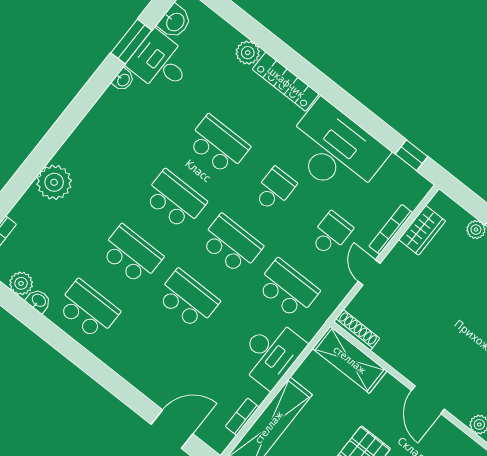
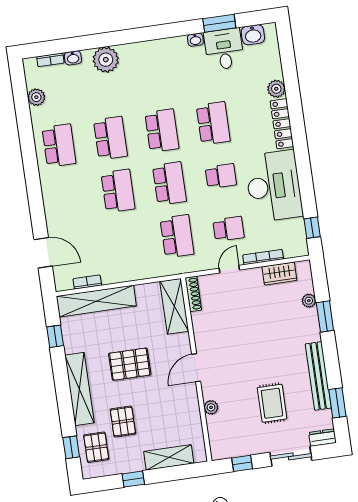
washbasin: (39, 301) -> (73, 58), moved, turned 90
desk: (271, 353) -> (135, 263), removed

